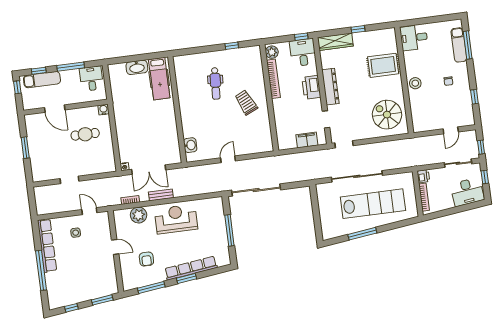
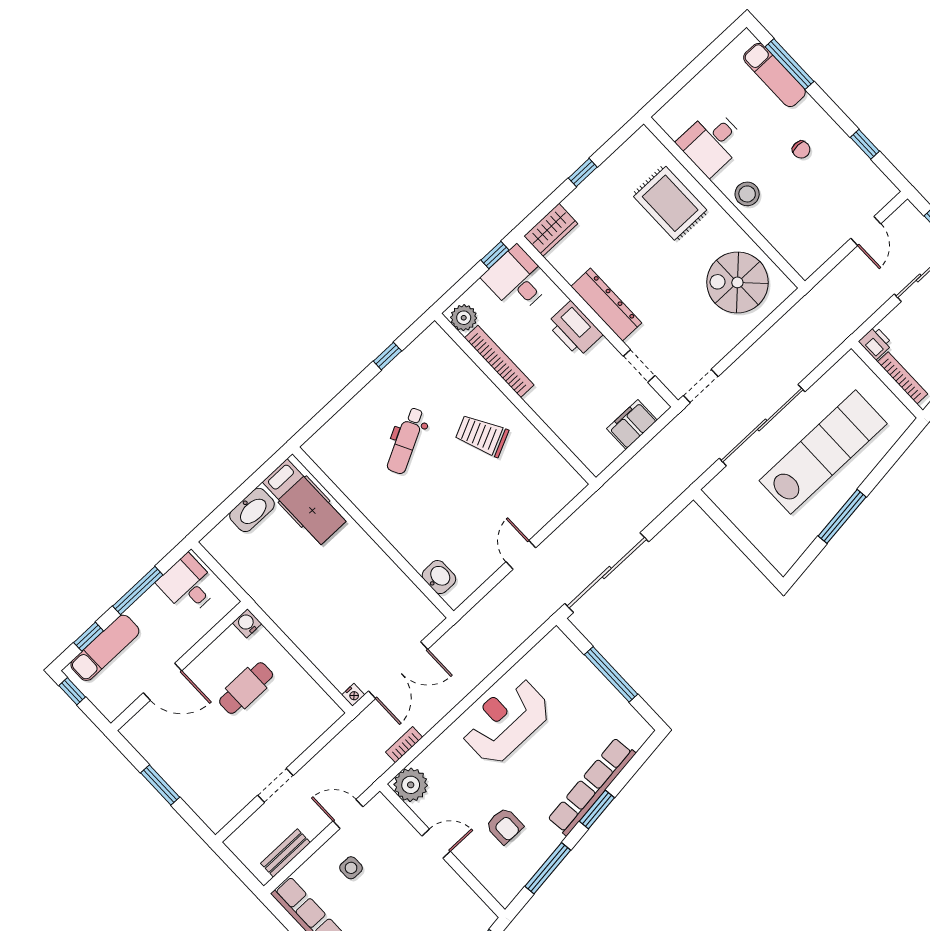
desk: (414, 38) -> (712, 142), moved
wardrobe: (335, 42) -> (551, 230), width x0.67
rug: (383, 65) -> (670, 203), turned 90
dental chair: (215, 83) -> (406, 441), turned 59
bench: (161, 195) -> (285, 853), moved
plant: (139, 215) -> (411, 785), moved

